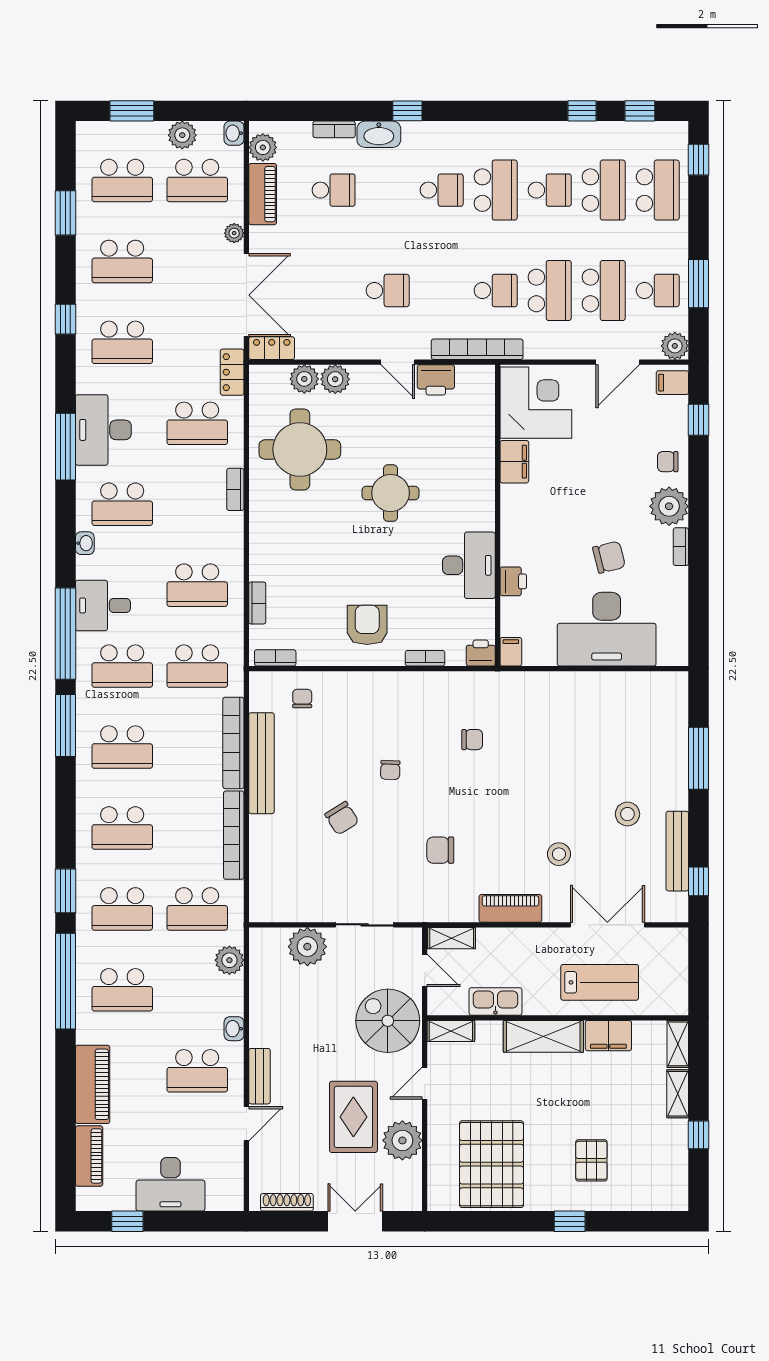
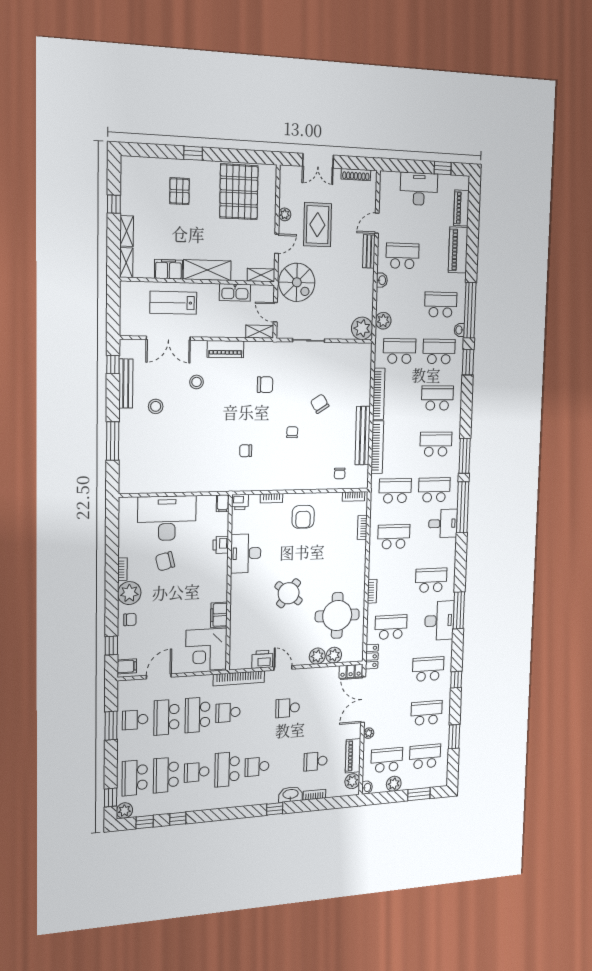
plant: (675, 346) -> (124, 811), moved
round table: (391, 493) -> (289, 593), turned 38
washbasin: (85, 543) -> (459, 330), moved
plant: (307, 947) -> (362, 328), moved
plant: (402, 1140) -> (285, 214), width x0.53, depth x0.53

